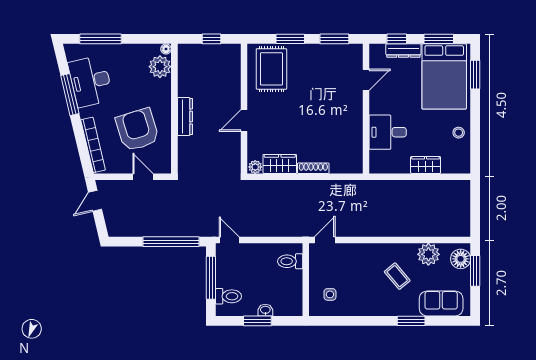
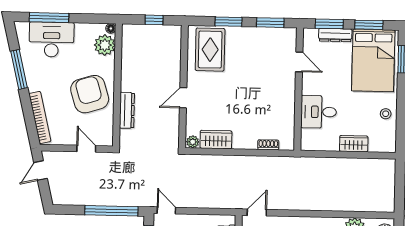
window: (397, 39) -> (329, 24), width x1.50
door: (366, 80) -> (299, 62), hinge flipped
desk: (91, 81) -> (52, 40), moved, turned 103
dresser: (185, 117) -> (127, 110), moved
armchair: (137, 130) -> (90, 94), moved
shoe rack: (313, 168) -> (268, 145), moved, width x0.70

